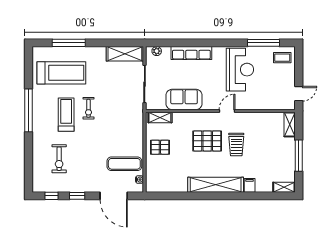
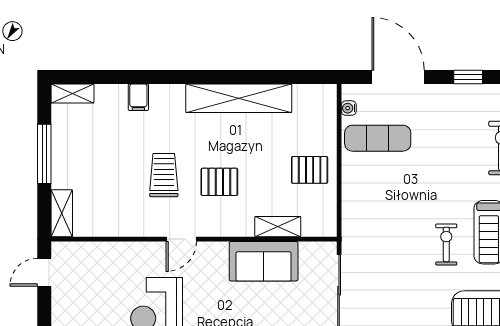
shelving: (160, 118) -> (278, 227), moved
pallet: (207, 141) -> (219, 182), width x0.67, depth x0.71
shelving: (216, 185) -> (239, 98), moved

